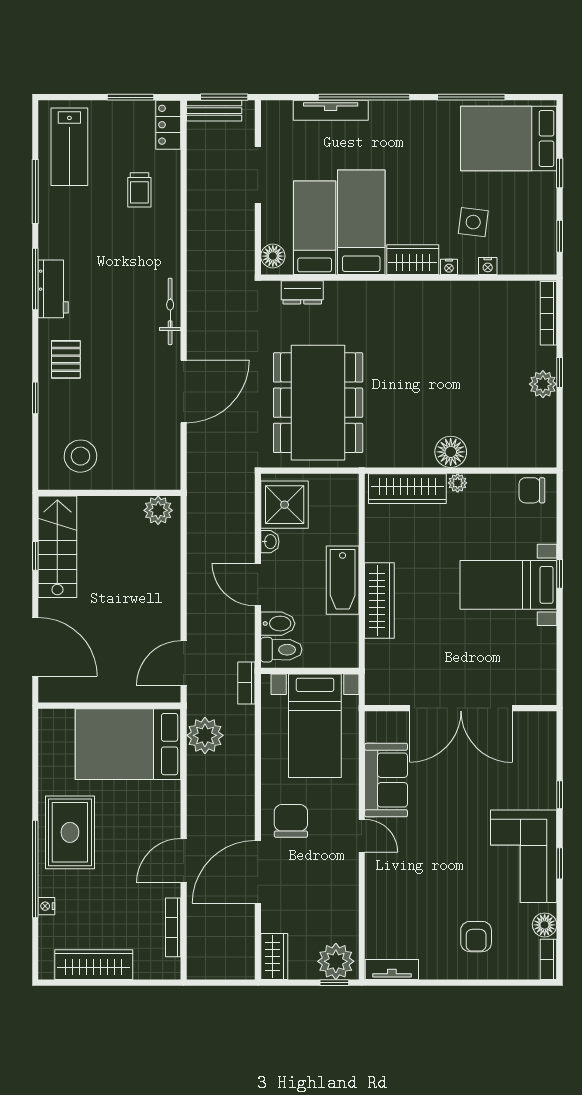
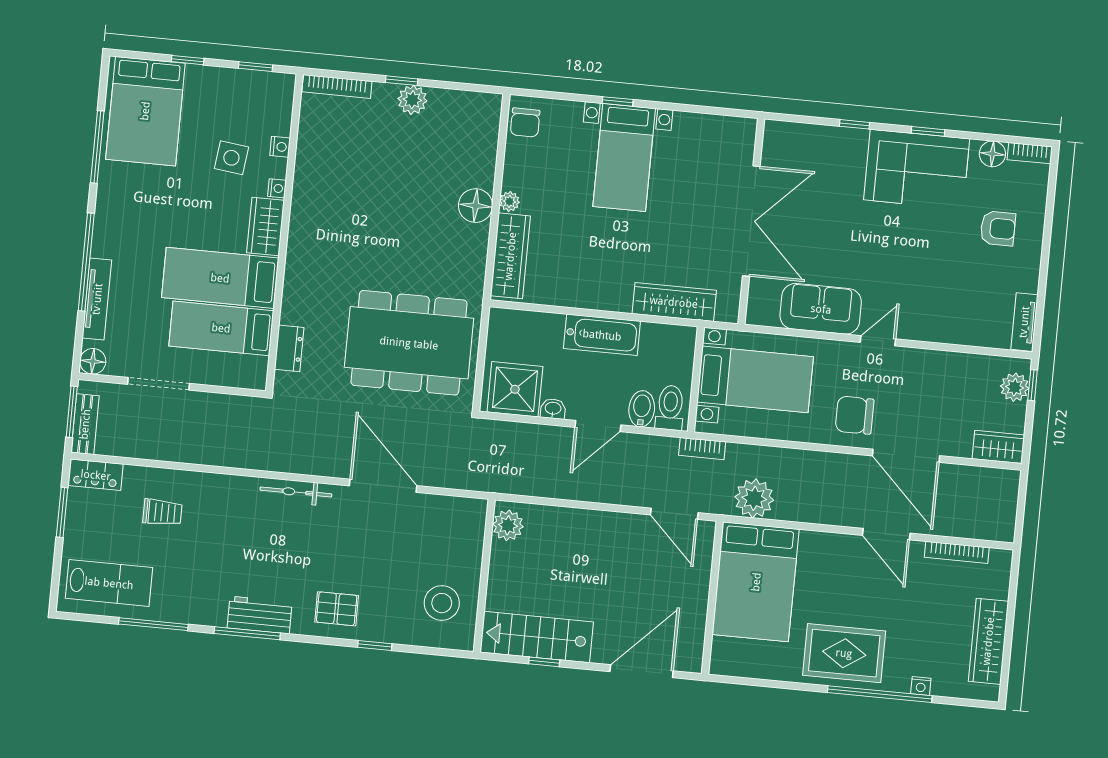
floor lamp: (273, 256) -> (93, 361), moved
wardrobe: (379, 601) -> (674, 302), moved
plant: (336, 961) -> (1015, 387), width x0.73, depth x0.73

